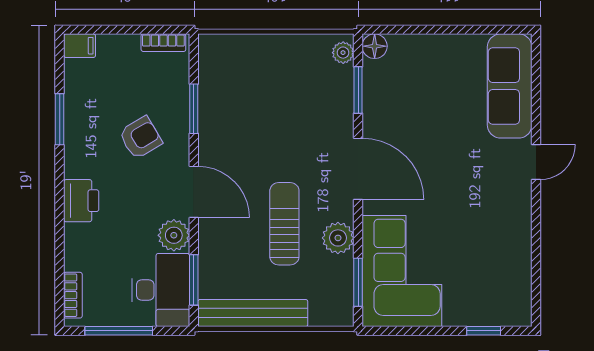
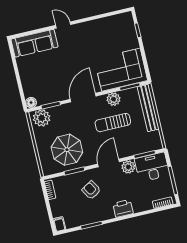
plant: (343, 53) -> (42, 118), width x1.87, depth x1.87
parasol: (247, 103) -> (67, 150), added
bench: (253, 313) -> (148, 108), moved

